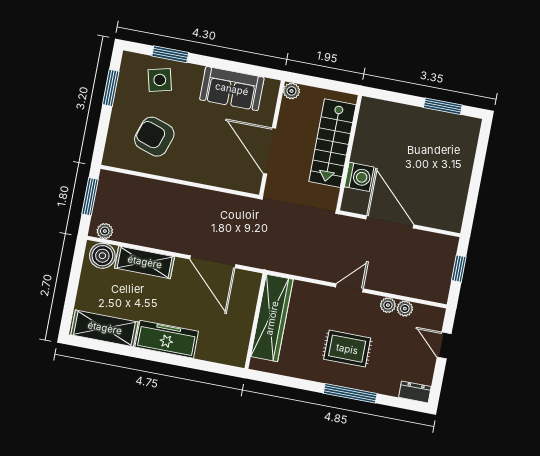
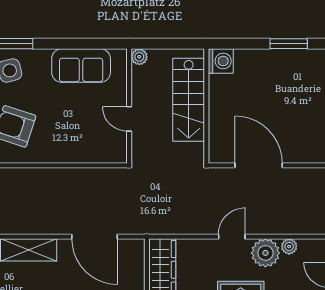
door: (270, 151) -> (129, 119), width x0.53
washing machine: (359, 177) -> (221, 61), moved
plant: (388, 305) -> (265, 253), width x1.88, depth x1.88

